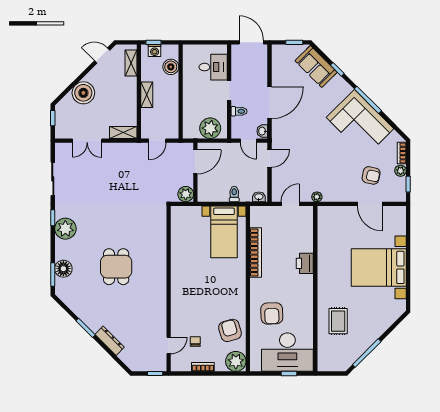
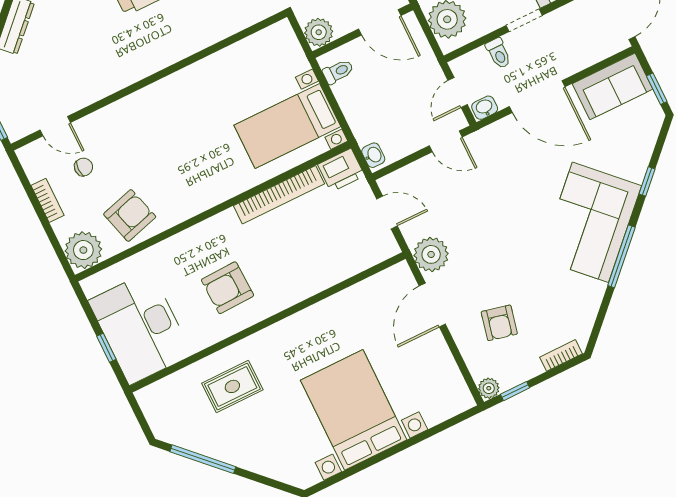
sofa: (316, 66) -> (612, 86), moved, turned -135
corner sofa: (360, 123) -> (590, 222), moved
plant: (400, 171) -> (489, 388), moved
toilet: (234, 194) -> (338, 72), moved
plant: (317, 197) -> (431, 254), width x1.87, depth x1.87
door: (370, 204) -> (432, 305), moved
printer: (305, 263) -> (341, 170), moved, turned 180
armchair: (272, 313) -> (227, 288), moved

